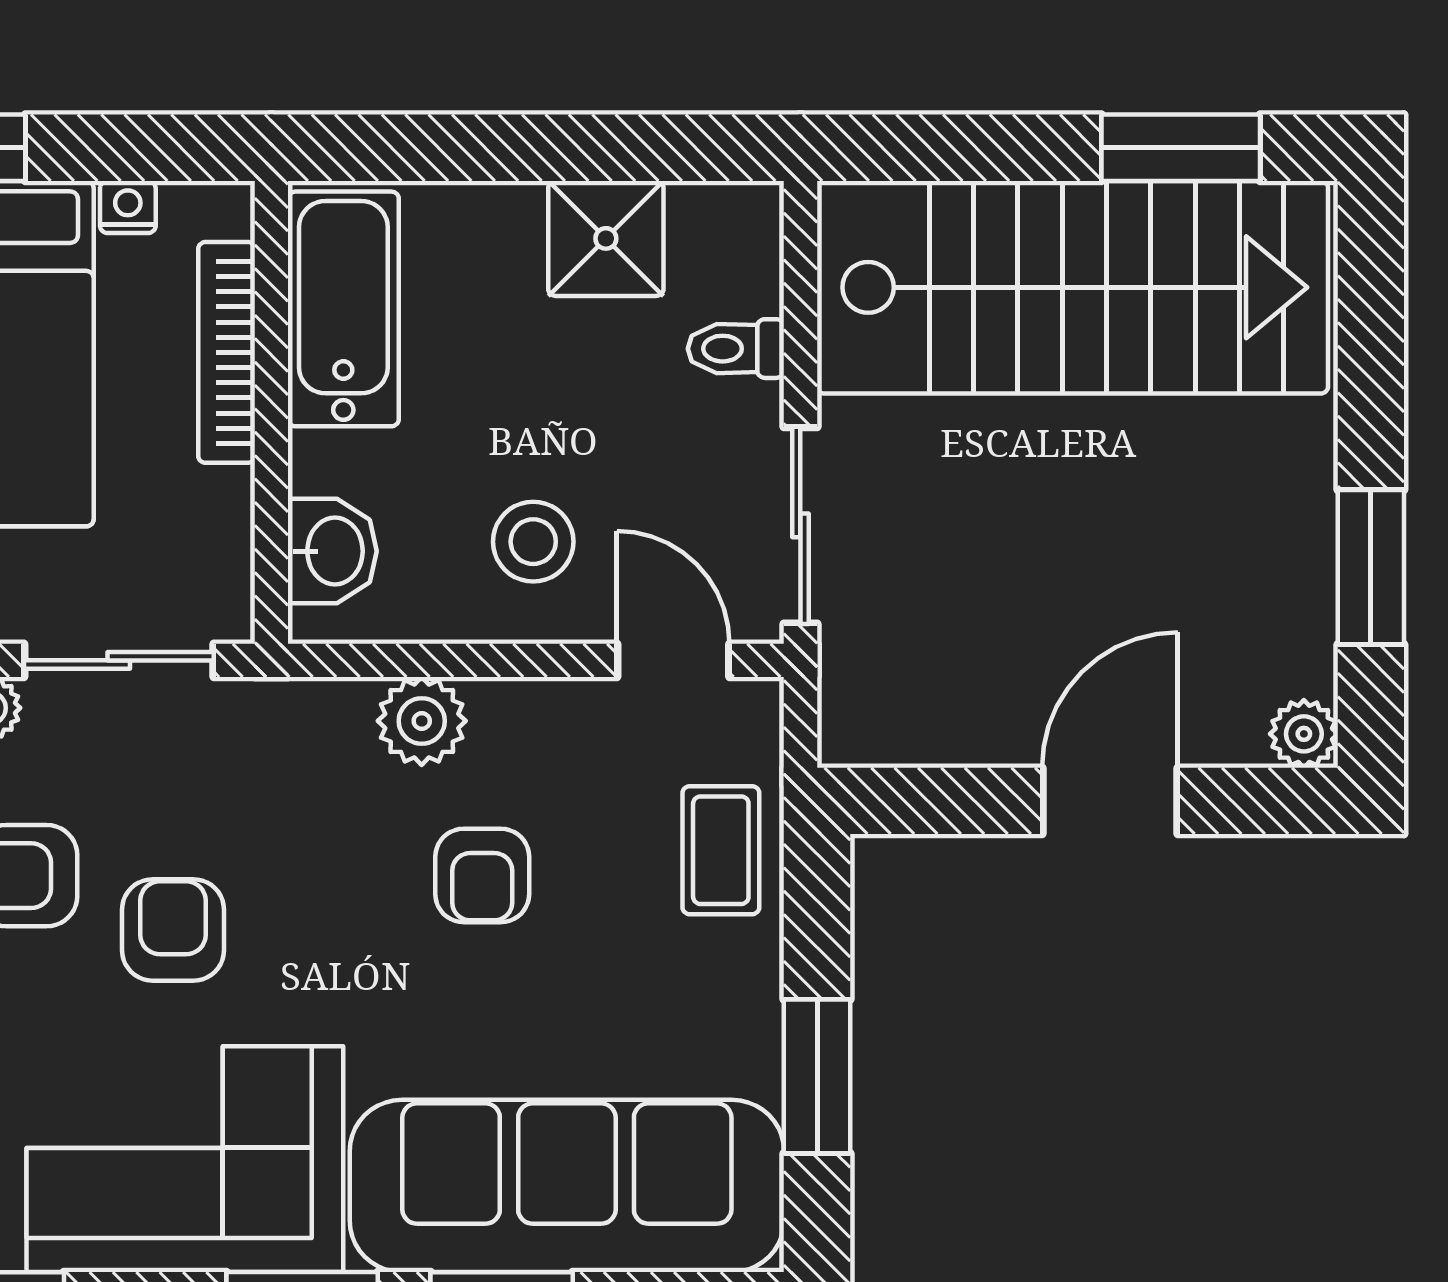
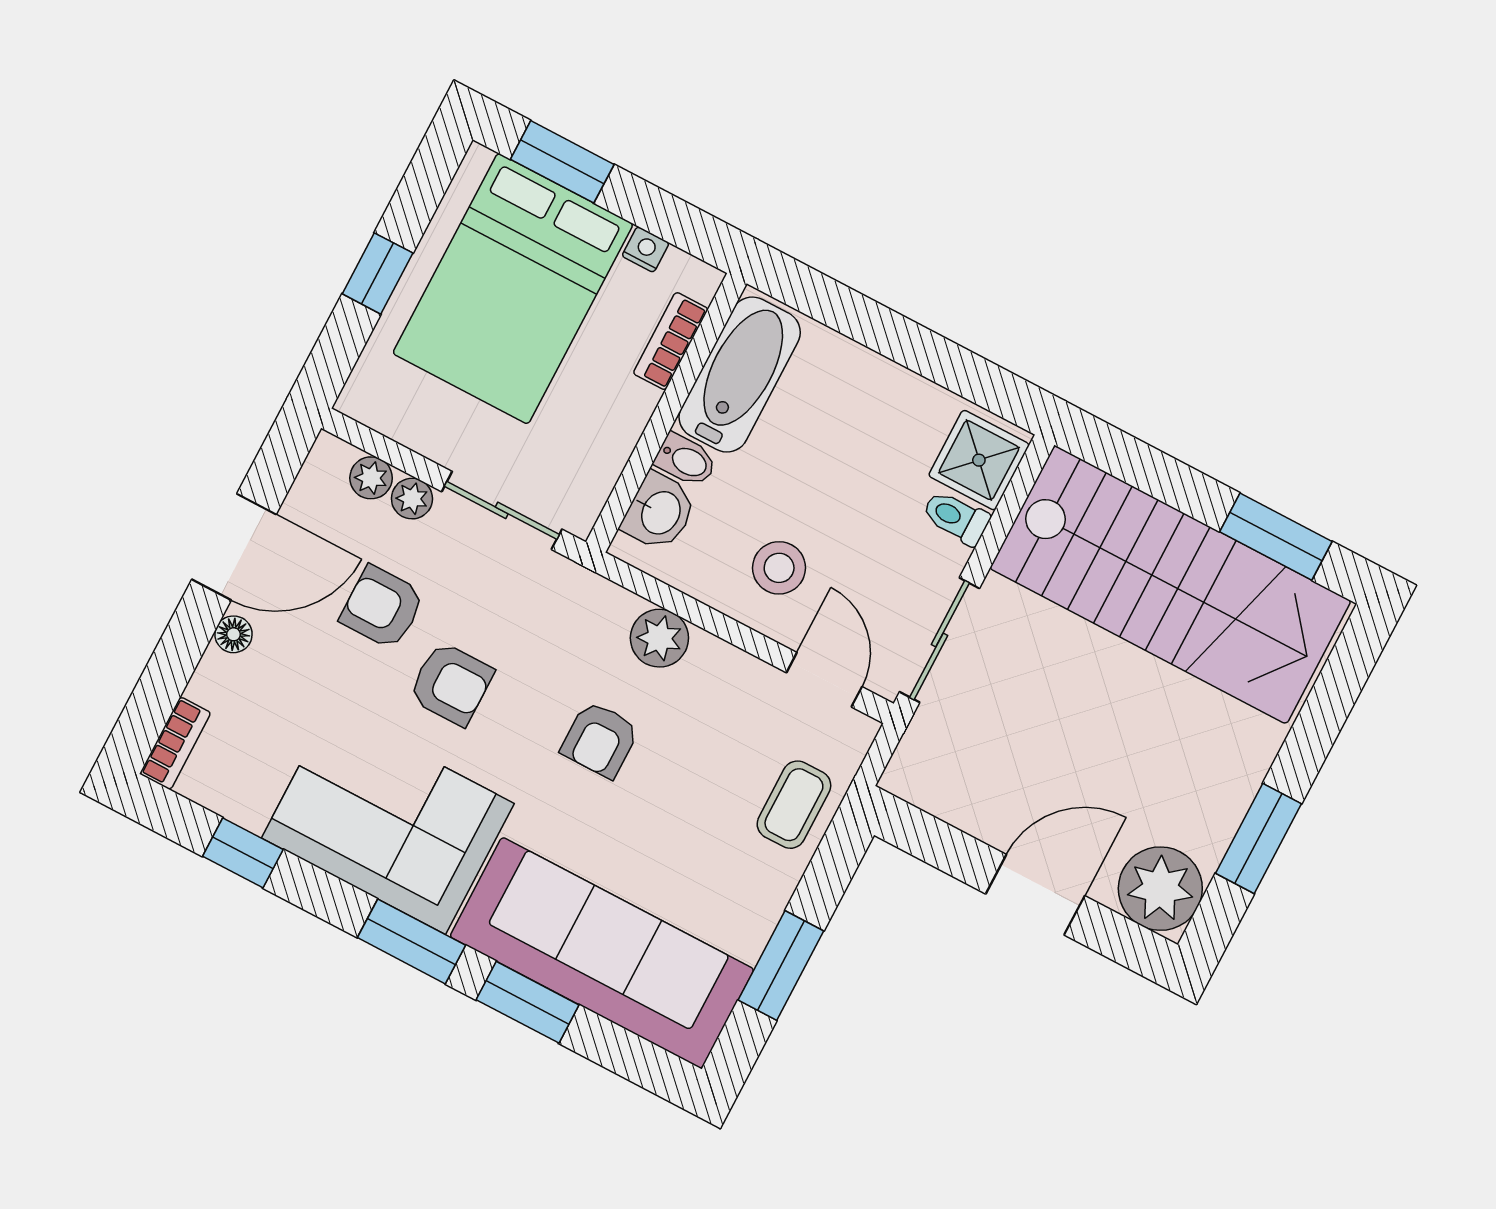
shower: (606, 238) -> (979, 460), moved
bookcase: (227, 352) -> (671, 341), width x0.64
bidet: (331, 462) -> (686, 460), added
plant: (1304, 734) -> (1160, 889), width x1.87, depth x1.87
armchair: (482, 875) -> (600, 740), moved
armchair: (173, 930) -> (451, 684), turned 90

